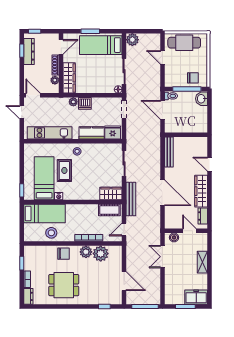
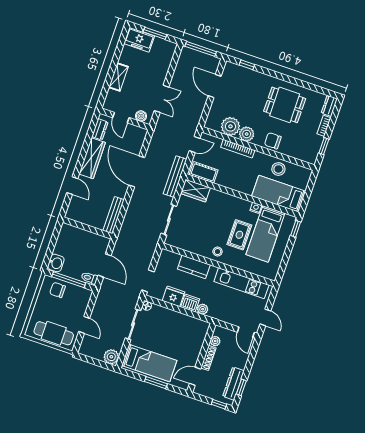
wardrobe: (69, 78) -> (198, 338), removed
fridge: (113, 132) -> (173, 296), moved, turned 180

